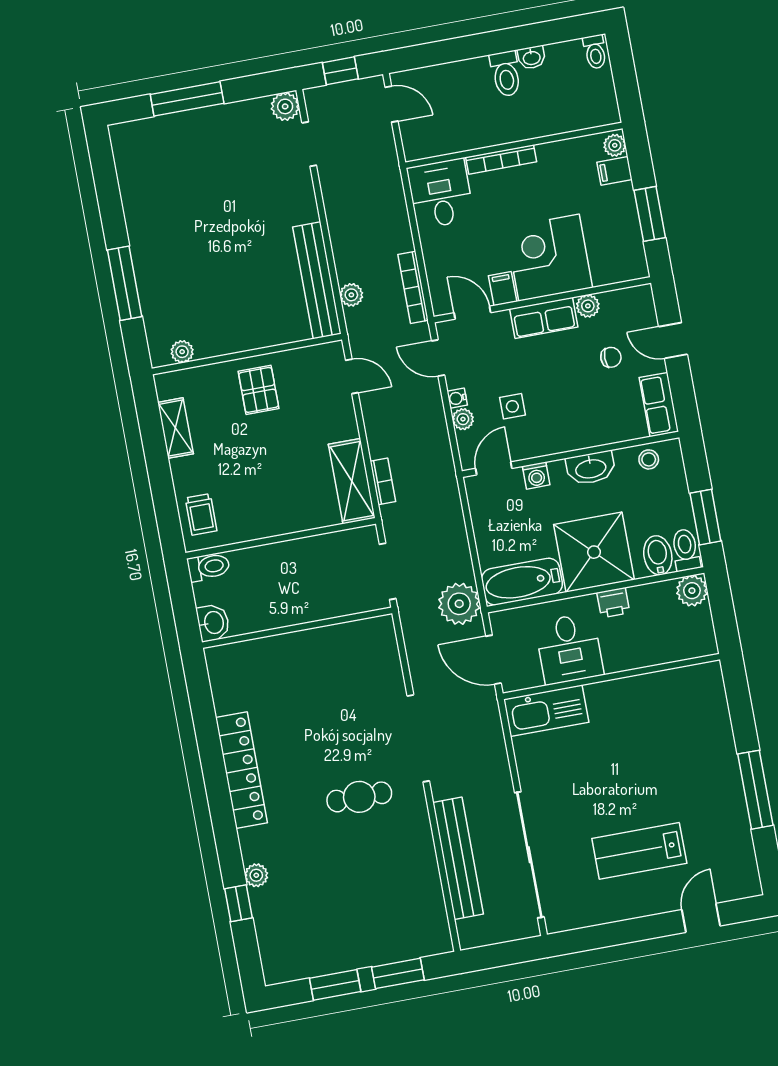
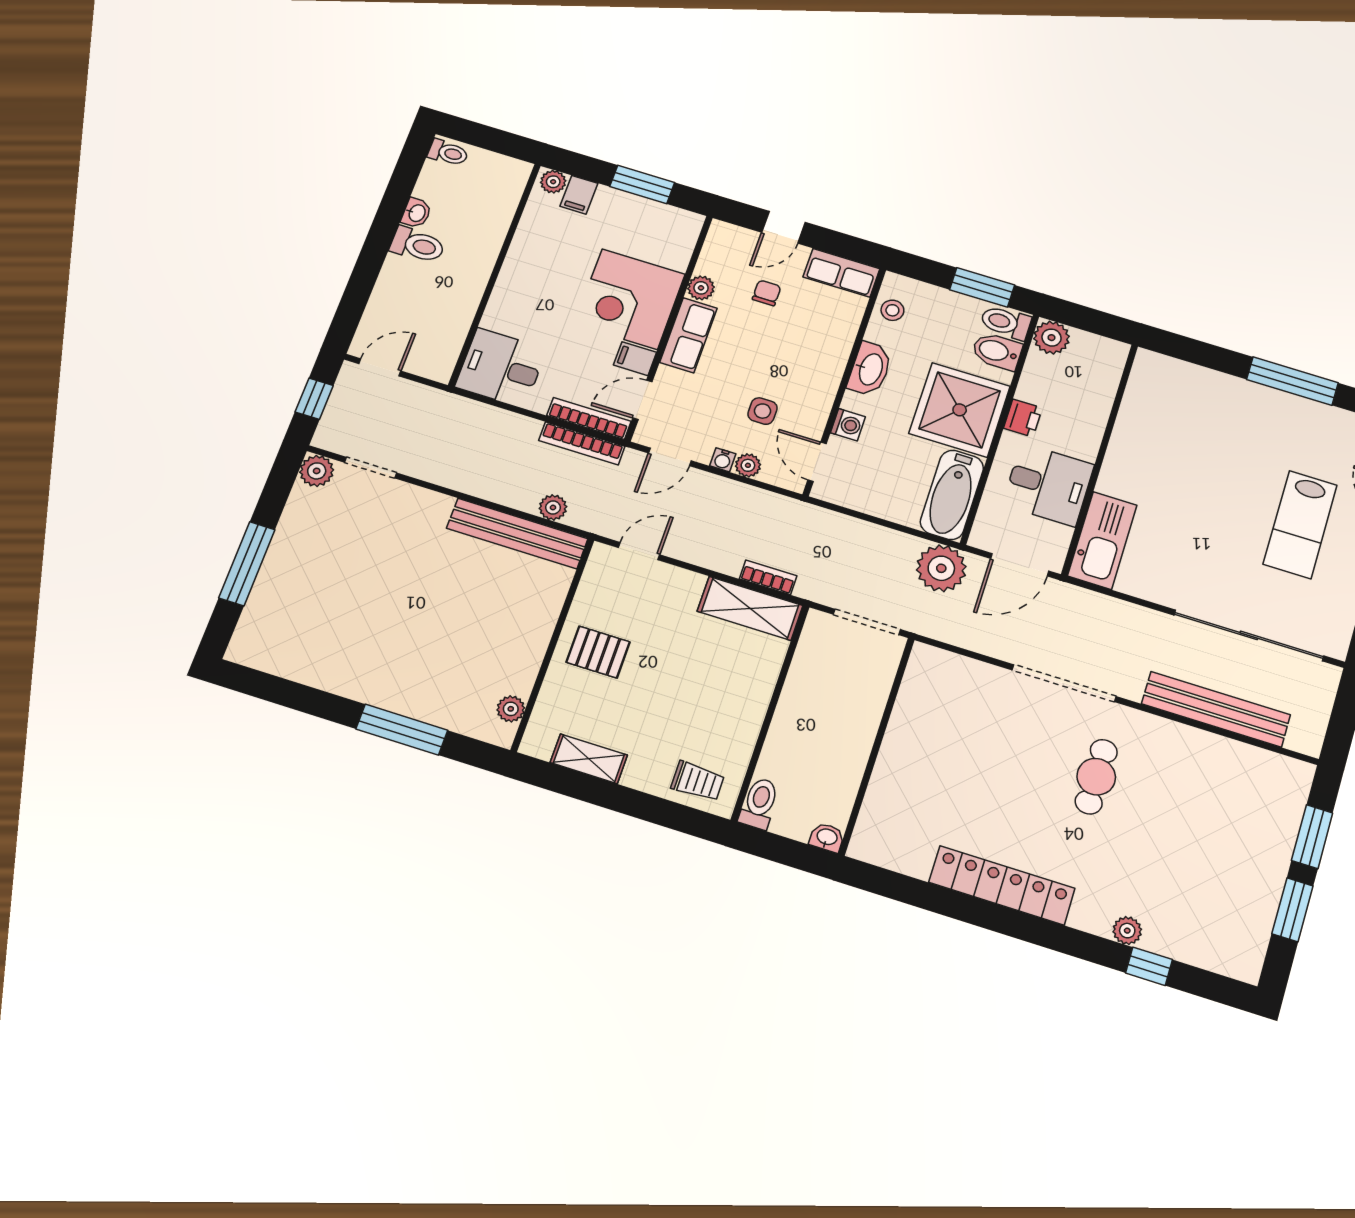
bookcase: (501, 159) -> (589, 418), moved, turned -90
washbasin: (213, 623) -> (827, 837), width x0.72, depth x0.69

